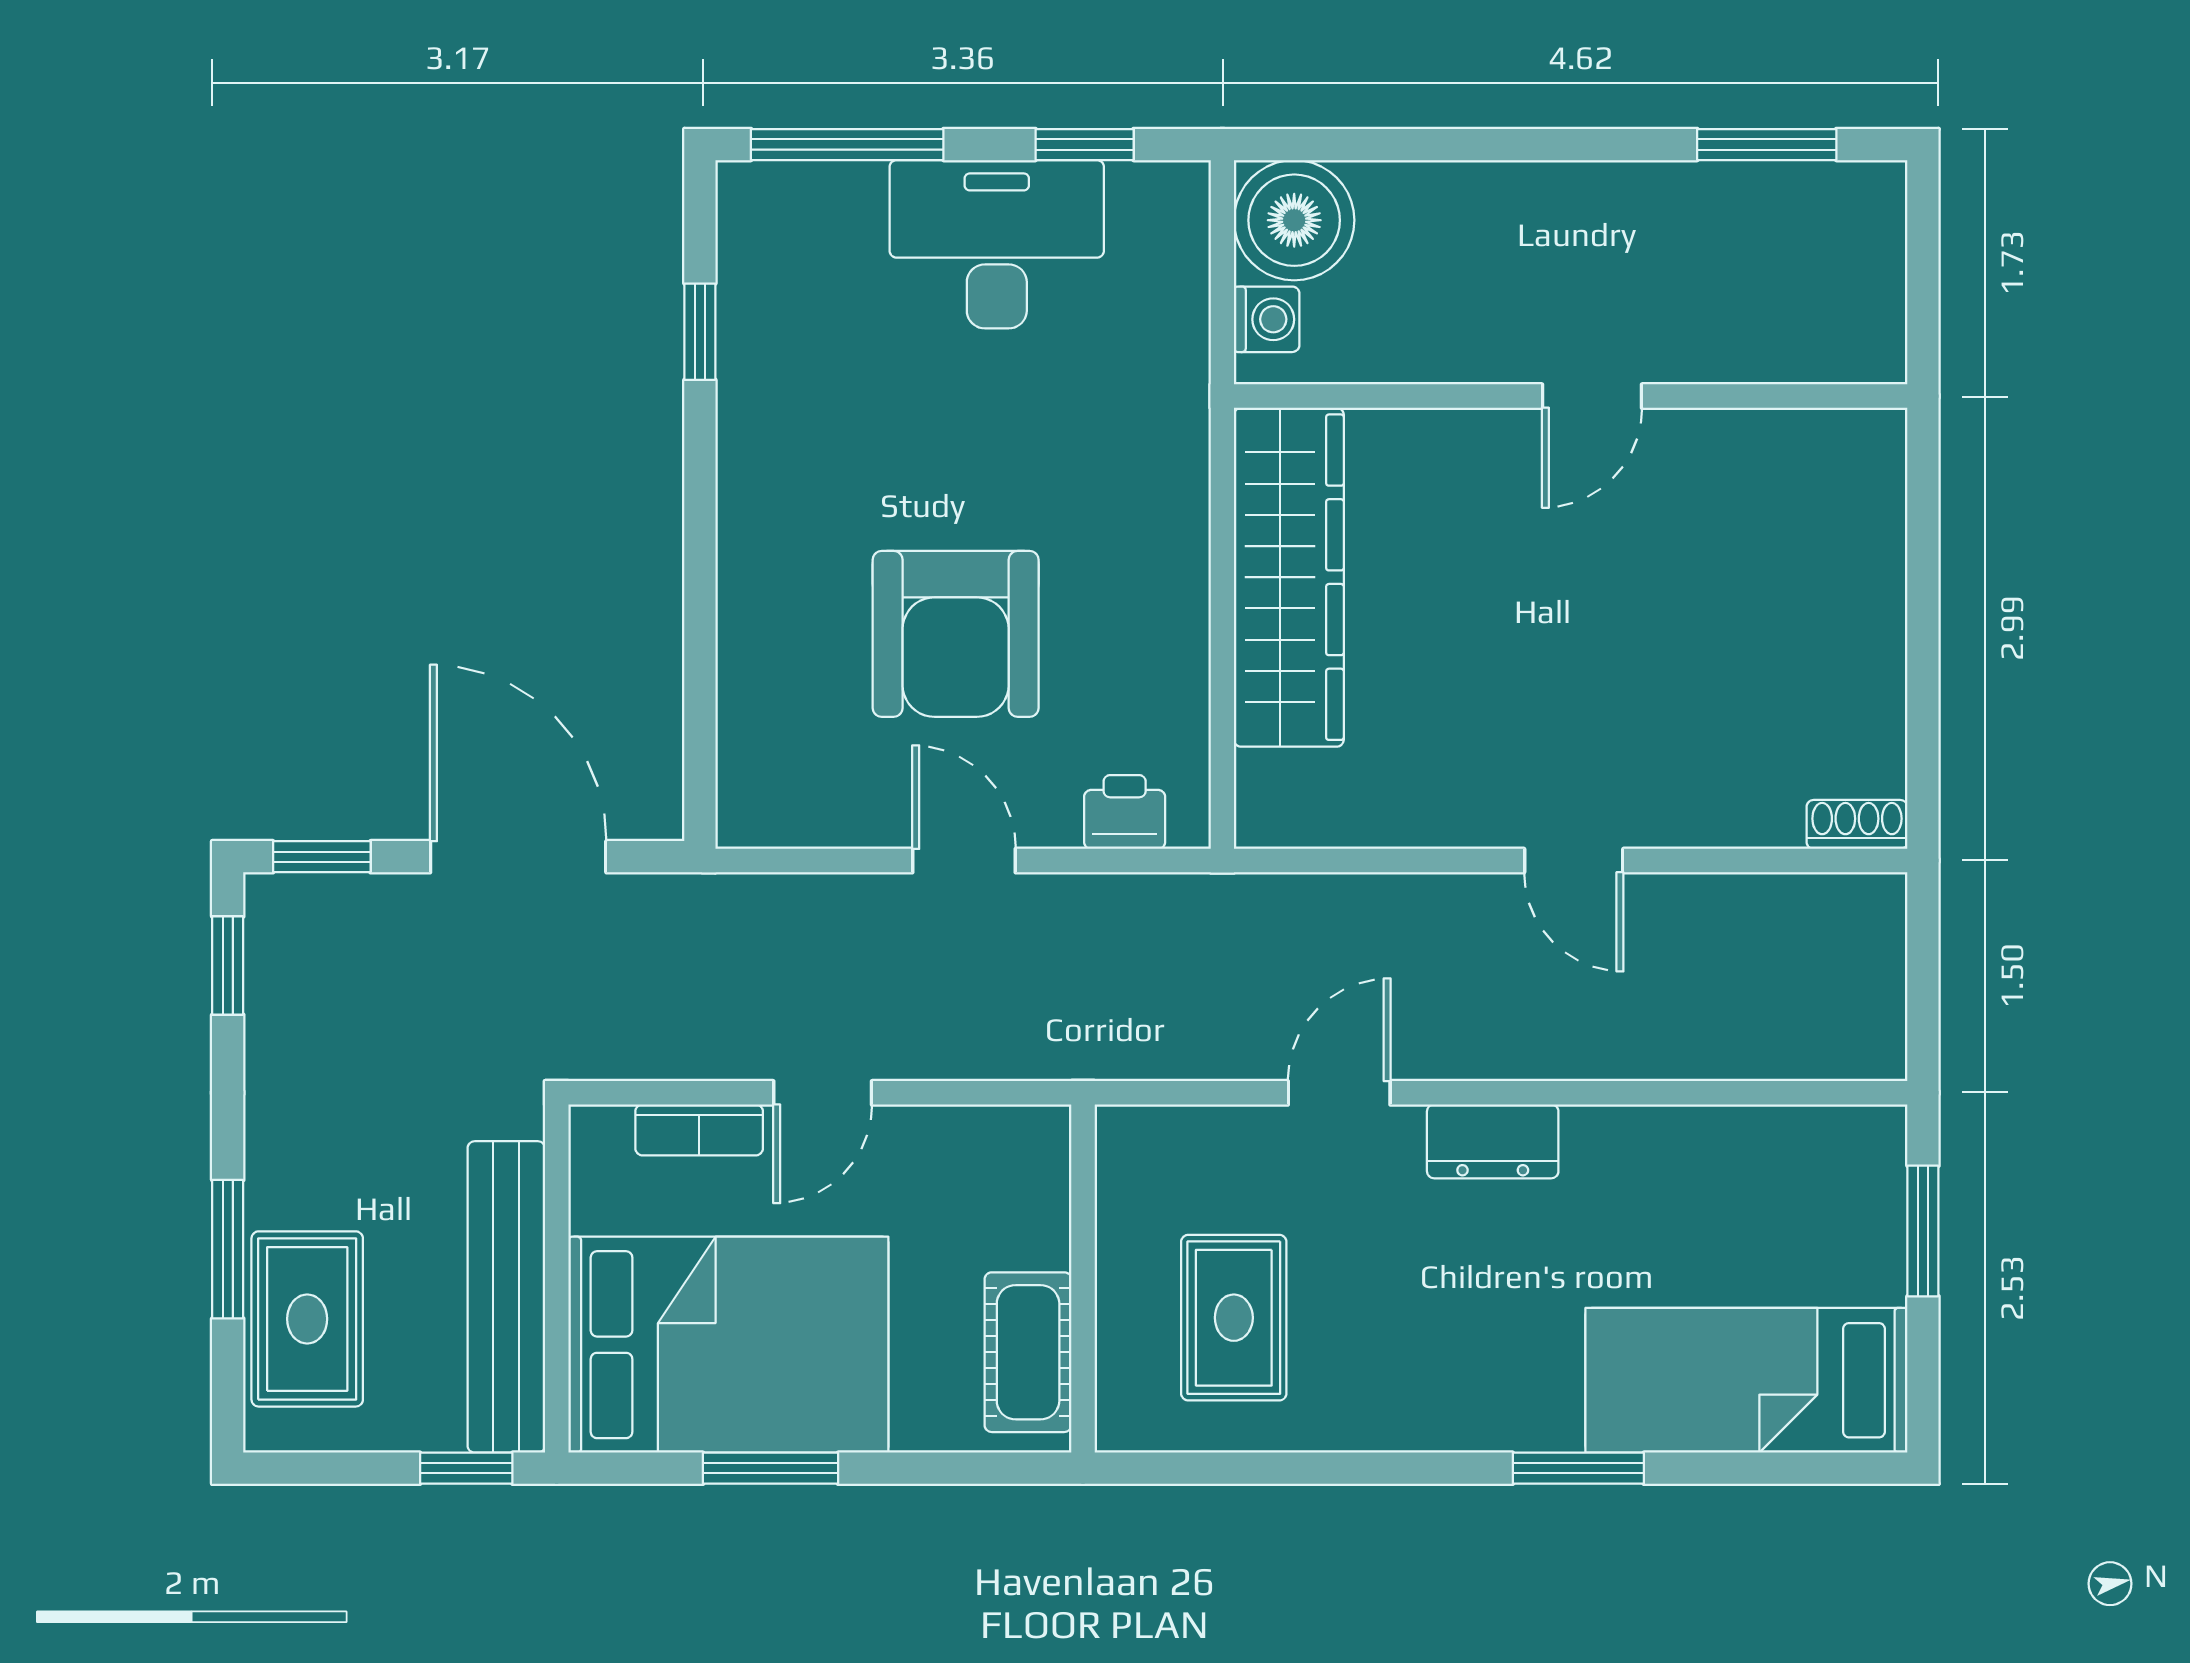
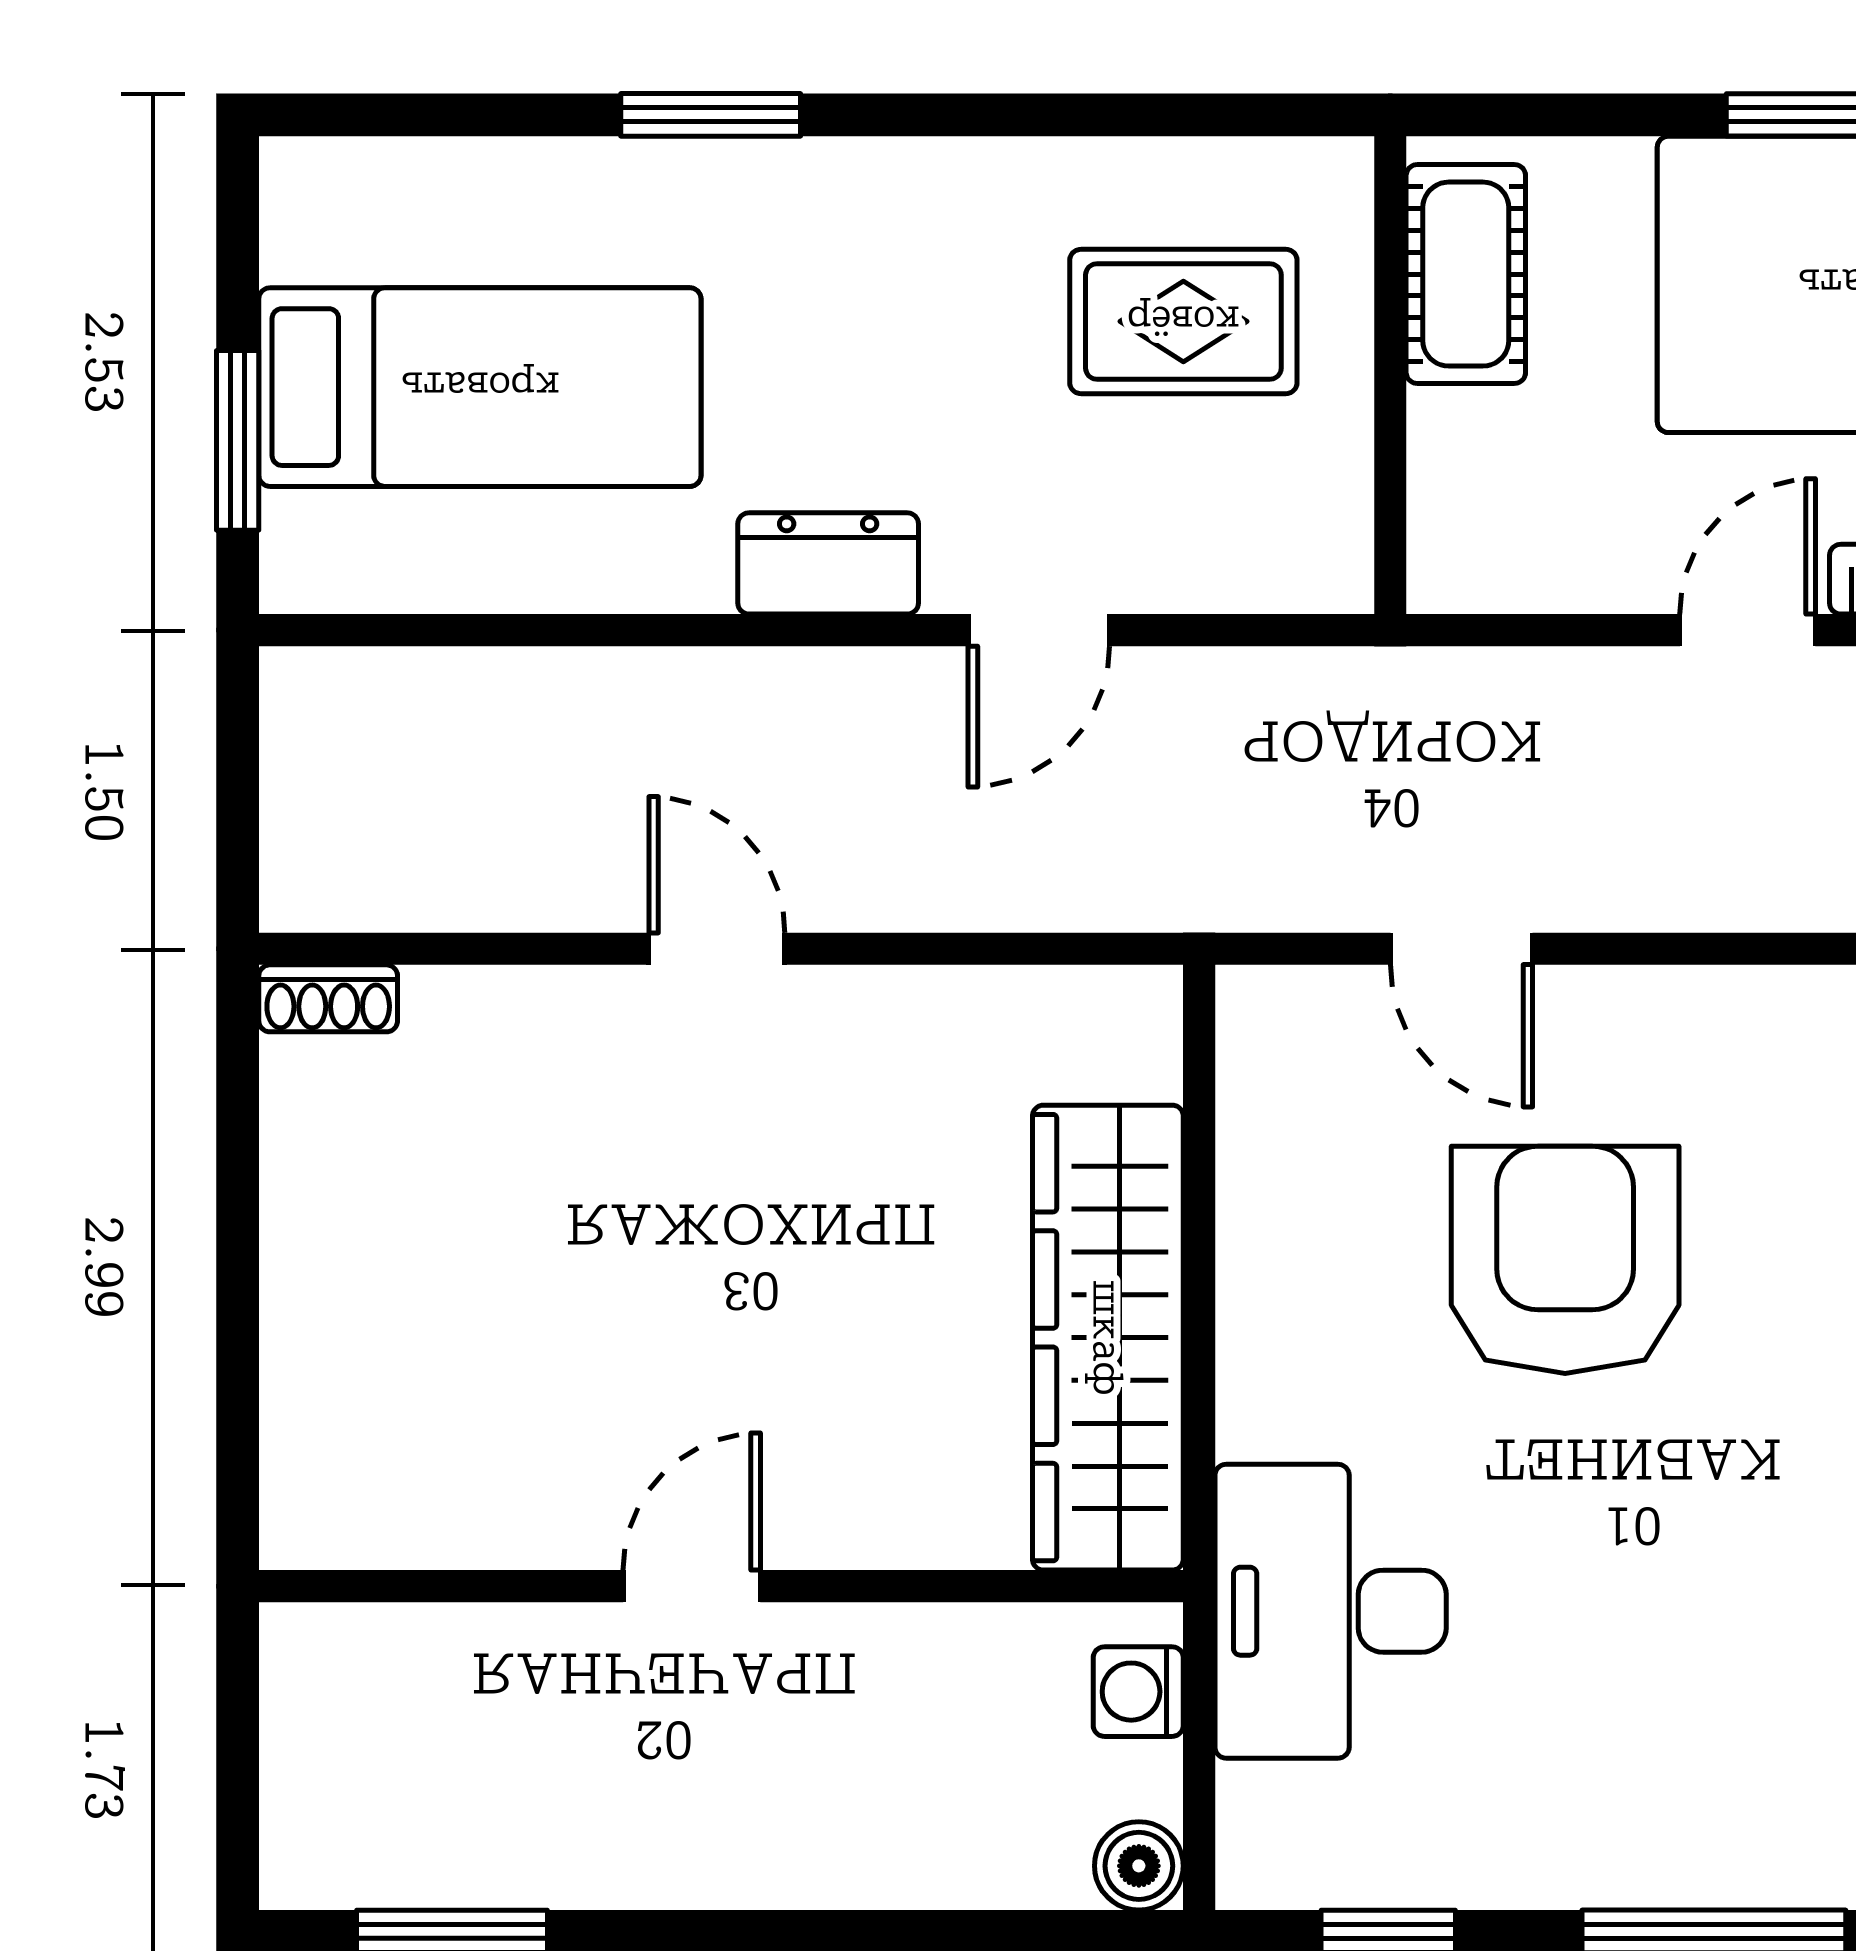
boiler: (1294, 220) -> (1139, 1866), width x0.54, depth x0.54
desk: (997, 244) -> (1331, 1611), moved, turned 90
printer: (1125, 812) -> (1333, 1015), removed
door: (964, 861) -> (1461, 949), moved
rug: (1234, 1318) -> (1183, 321), turned 90
bed: (1746, 1380) -> (480, 387), moved

